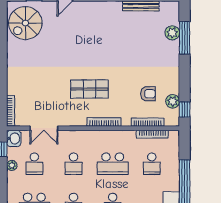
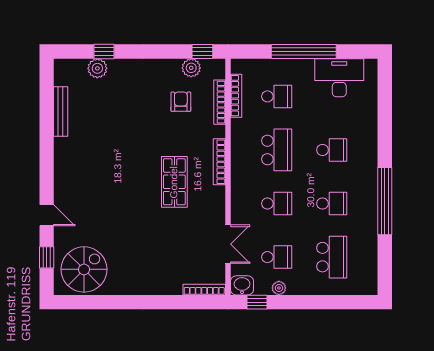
spiral stairs: (25, 23) -> (84, 269), turned -90
window: (185, 38) -> (104, 52), width x0.46

